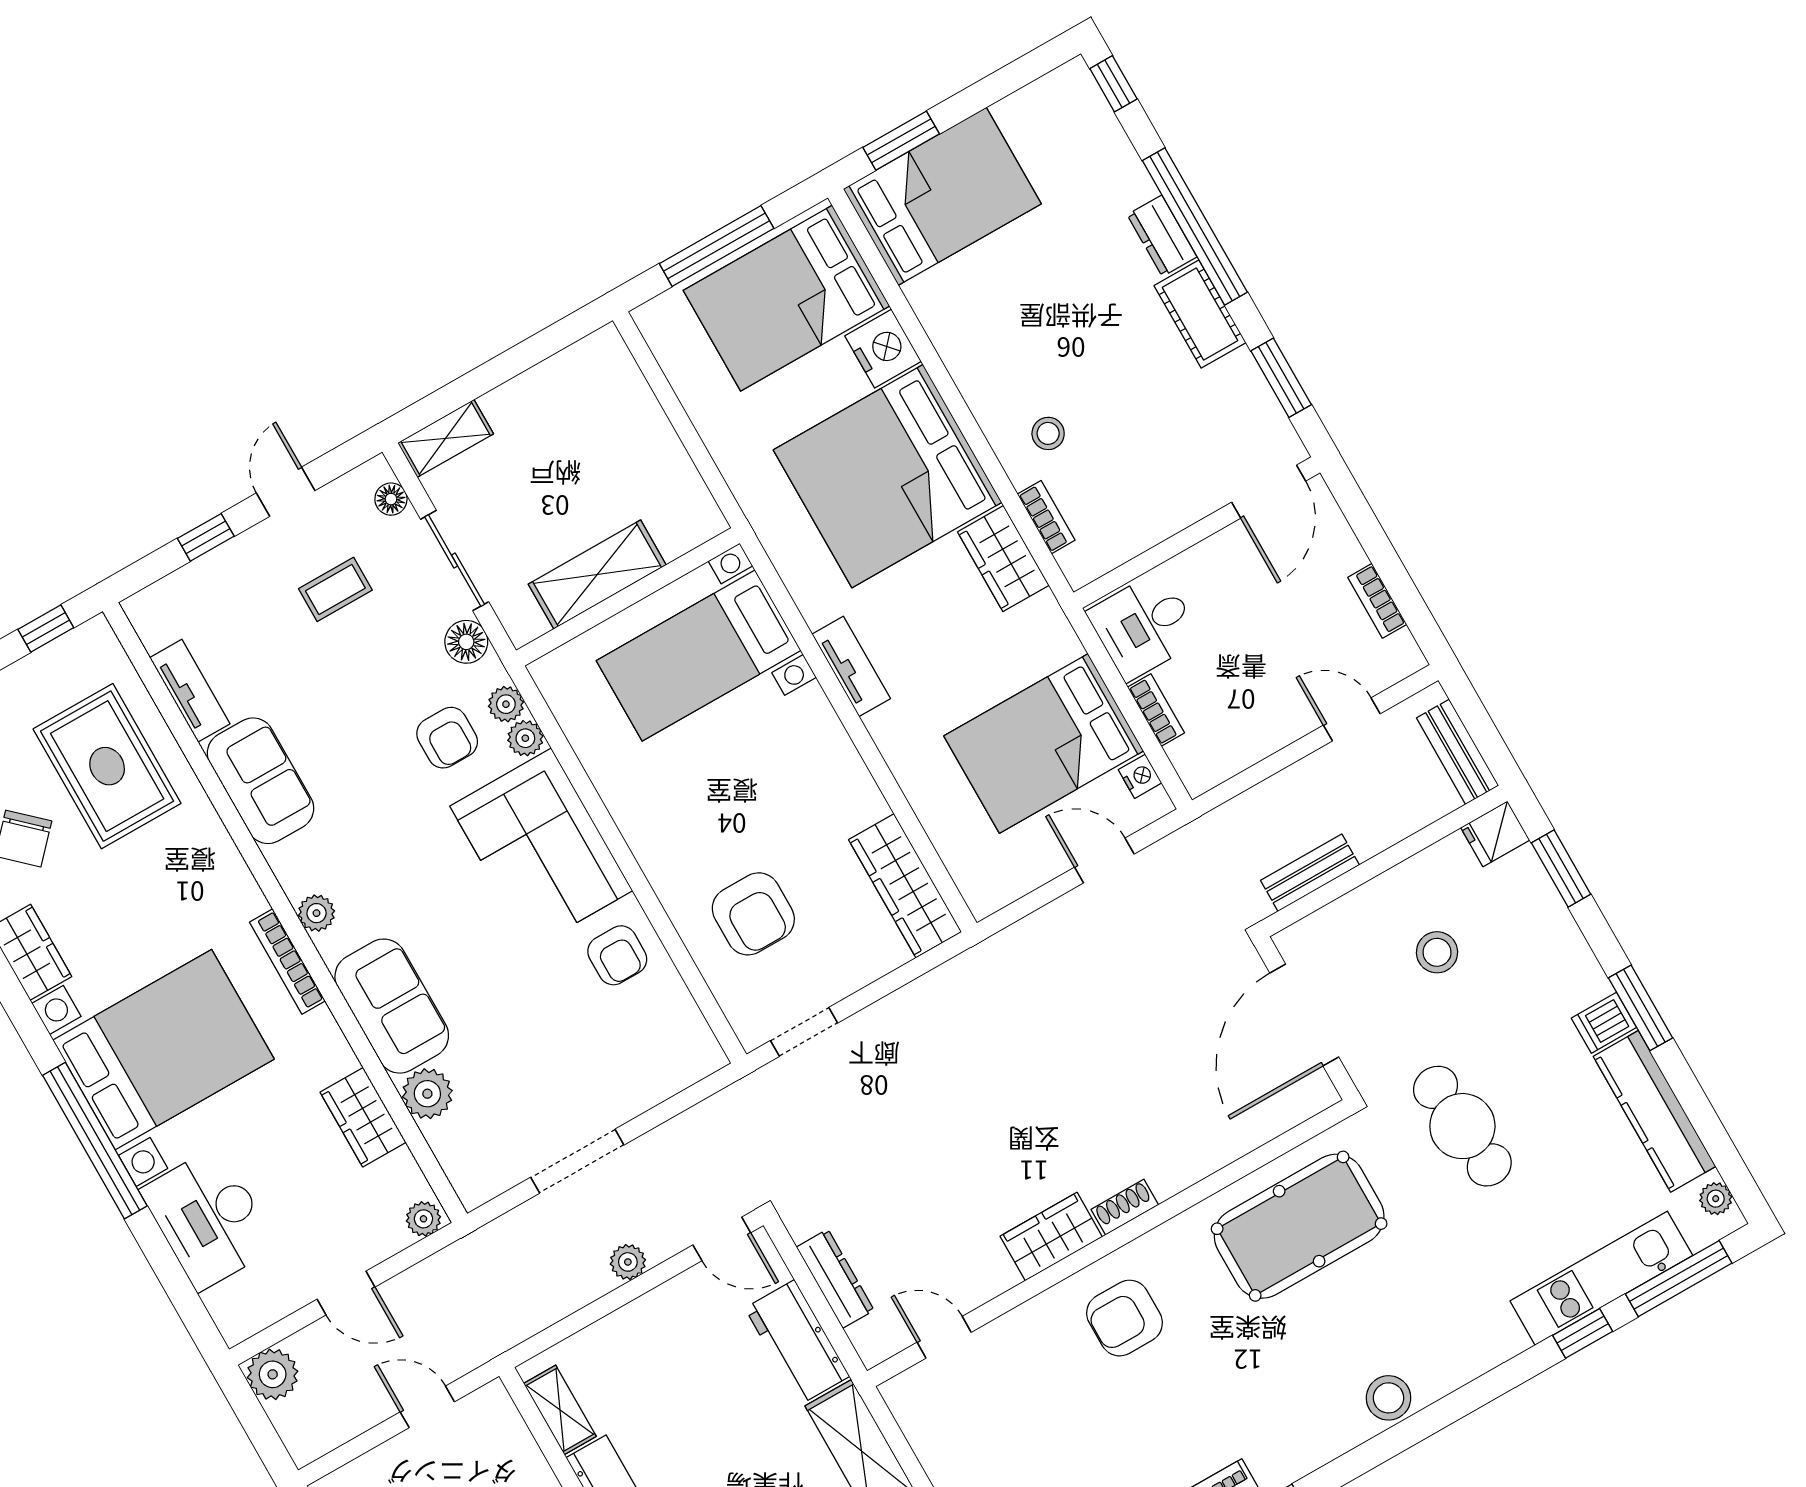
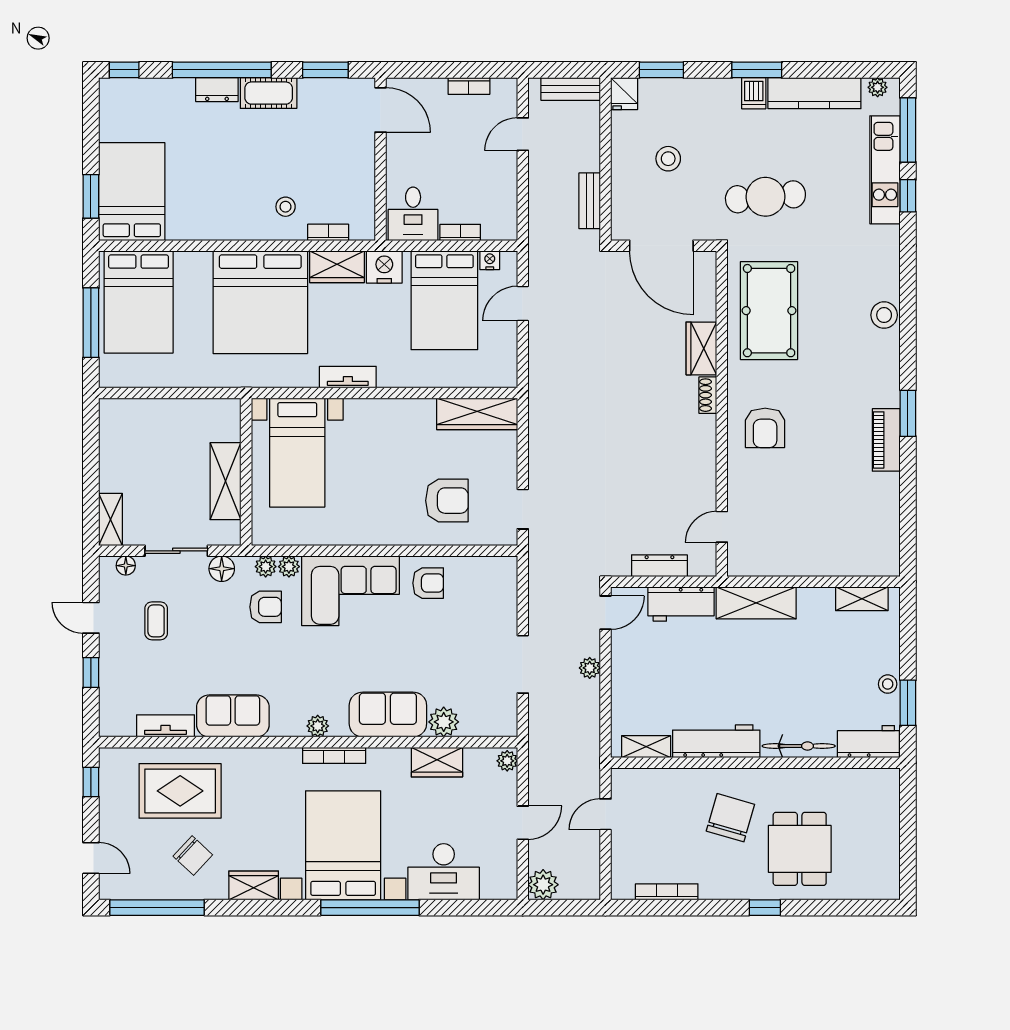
nightstand: (883, 349) -> (384, 267), moved
wardrobe: (1051, 1237) -> (701, 348), moved

